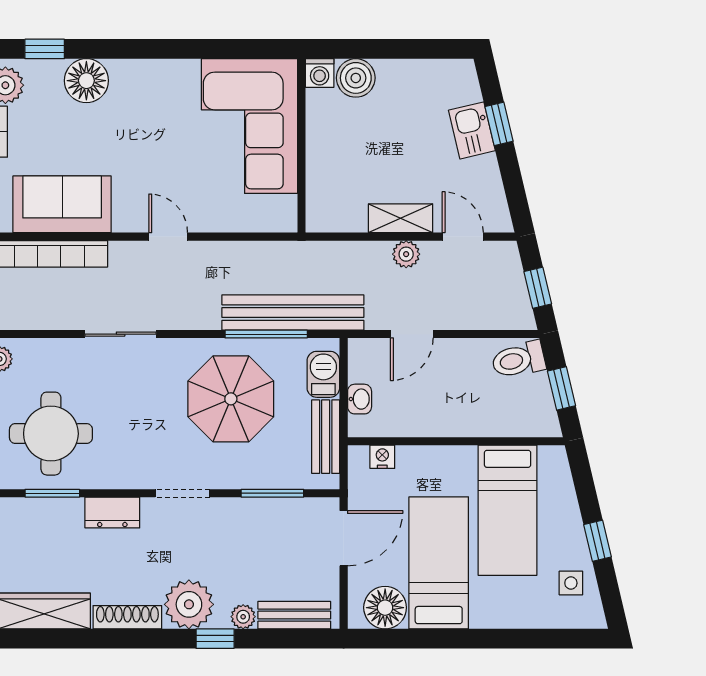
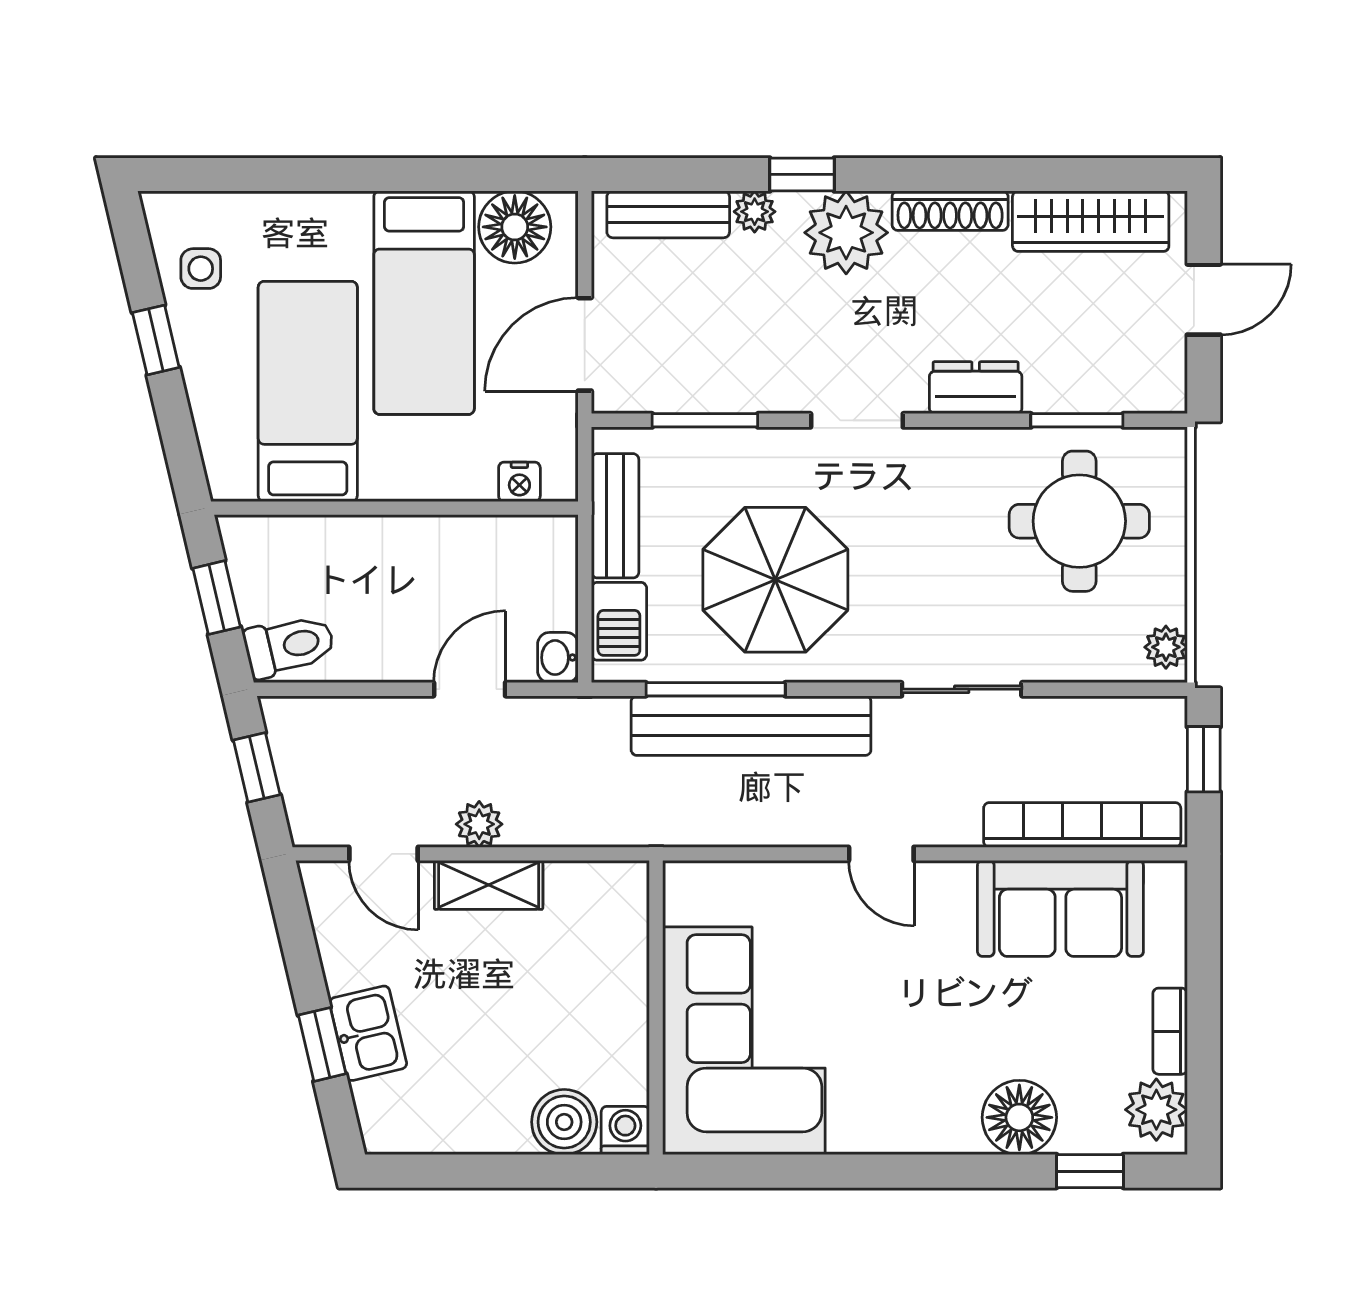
bench: (293, 313) -> (751, 726), moved
washbasin: (360, 399) -> (558, 658), moved

